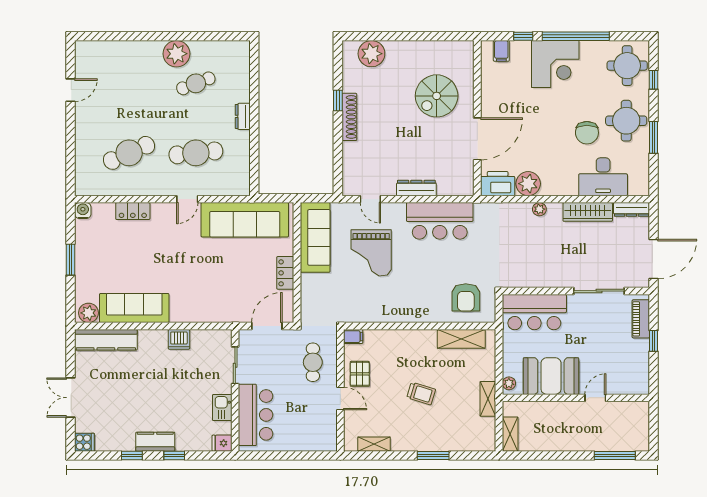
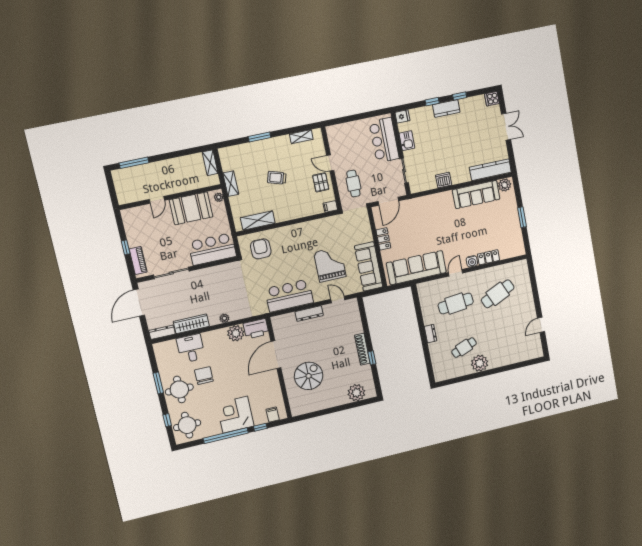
desk: (603, 177) -> (191, 348), width x0.73
water cooler: (83, 211) -> (472, 261), moved

